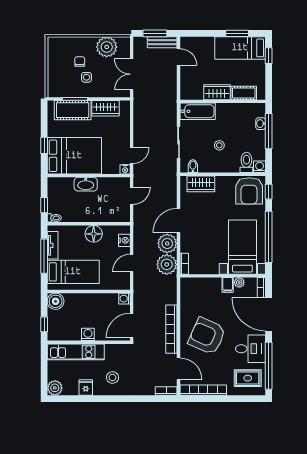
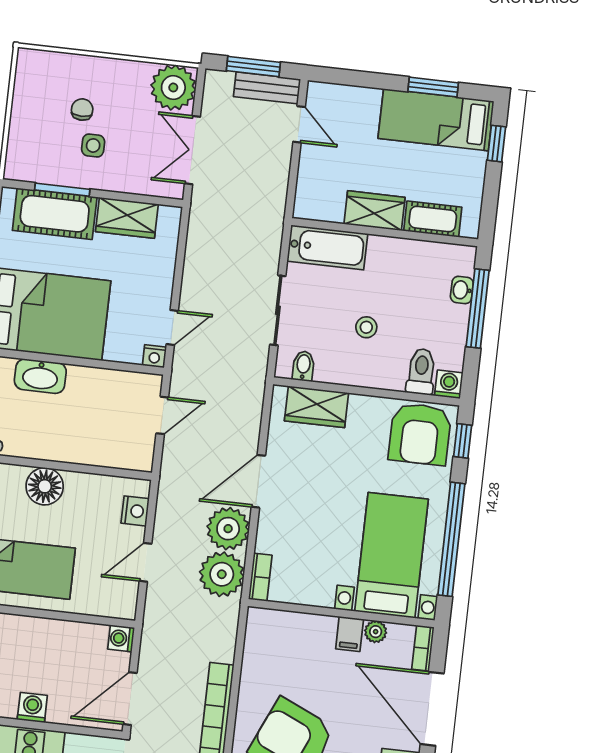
plant: (107, 47) -> (173, 87), moved
washbasin: (86, 184) -> (40, 376), moved
floor lamp: (94, 234) -> (45, 486), moved

